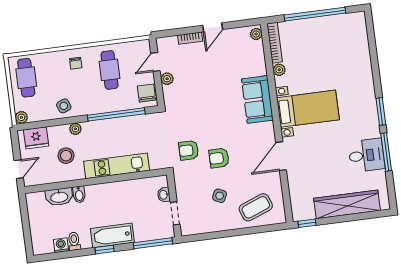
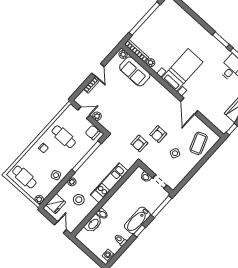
door: (155, 62) -> (84, 113), swing flipped
sofa: (257, 100) -> (135, 71), moved
washing machine: (61, 245) -> (108, 255), moved

